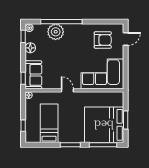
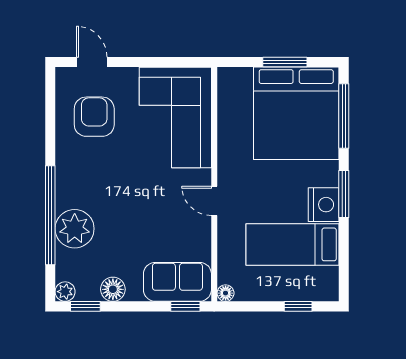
door: (67, 90) -> (214, 201), hinge flipped
nightstand: (66, 136) -> (324, 205), added

